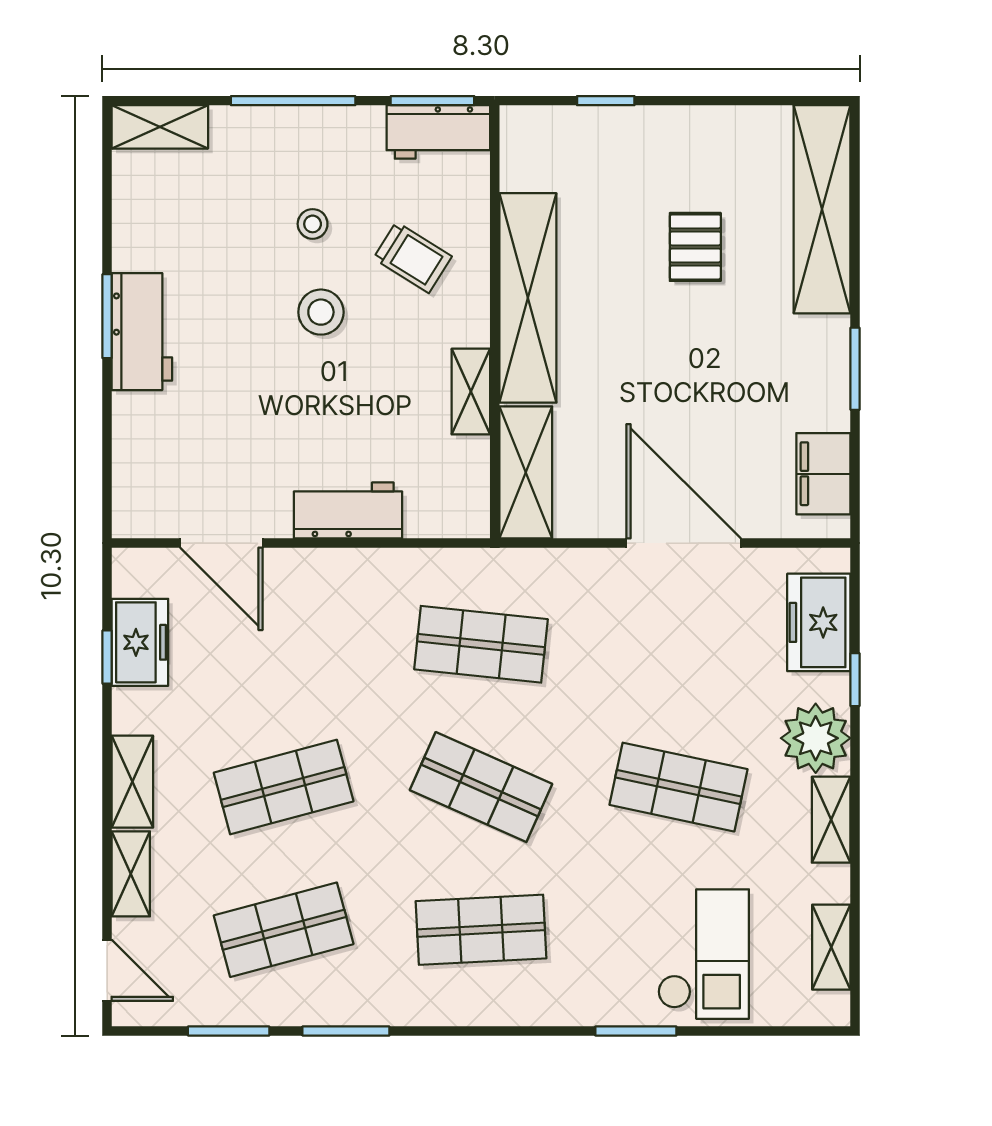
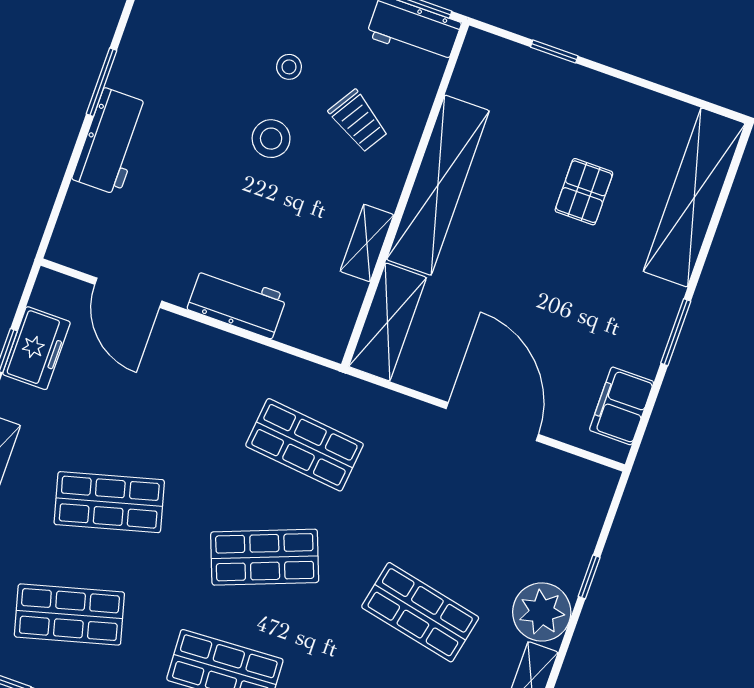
workbench: (142, 332) -> (111, 141), moved
freezer: (819, 622) -> (577, 522), removed
shop shelf: (481, 787) -> (265, 557), turned -45

